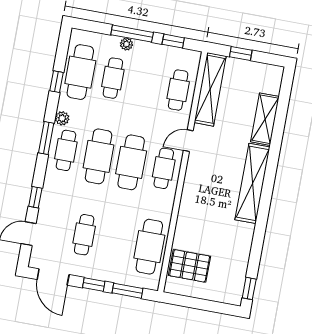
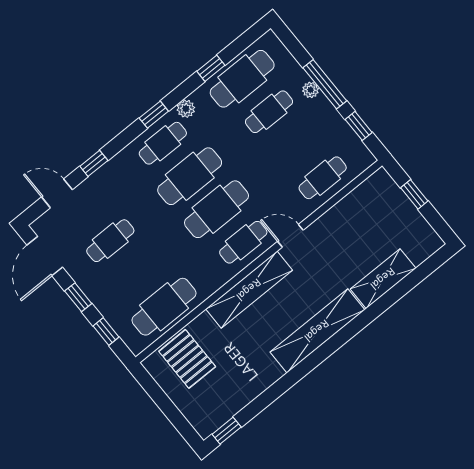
shelving: (210, 89) -> (249, 290), moved
window: (46, 138) -> (154, 115), width x0.67
window: (128, 291) -> (106, 331), width x0.67

